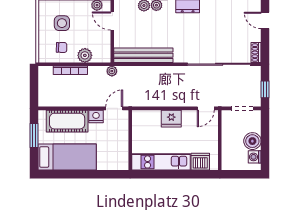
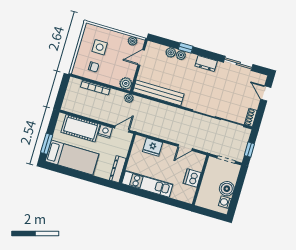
door: (112, 21) -> (141, 57), hinge flipped
plant: (85, 55) -> (126, 83), moved
door: (206, 108) -> (185, 148), moved
fridge: (171, 119) -> (153, 147), moved
window: (34, 135) -> (47, 144), moved
dresser: (123, 155) -> (118, 169), added
dishwasher: (200, 162) -> (192, 178), moved, turned -90

